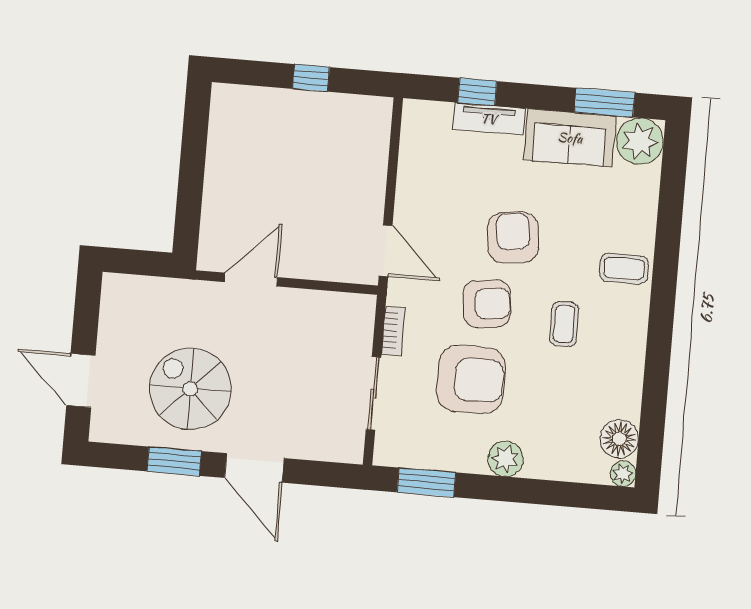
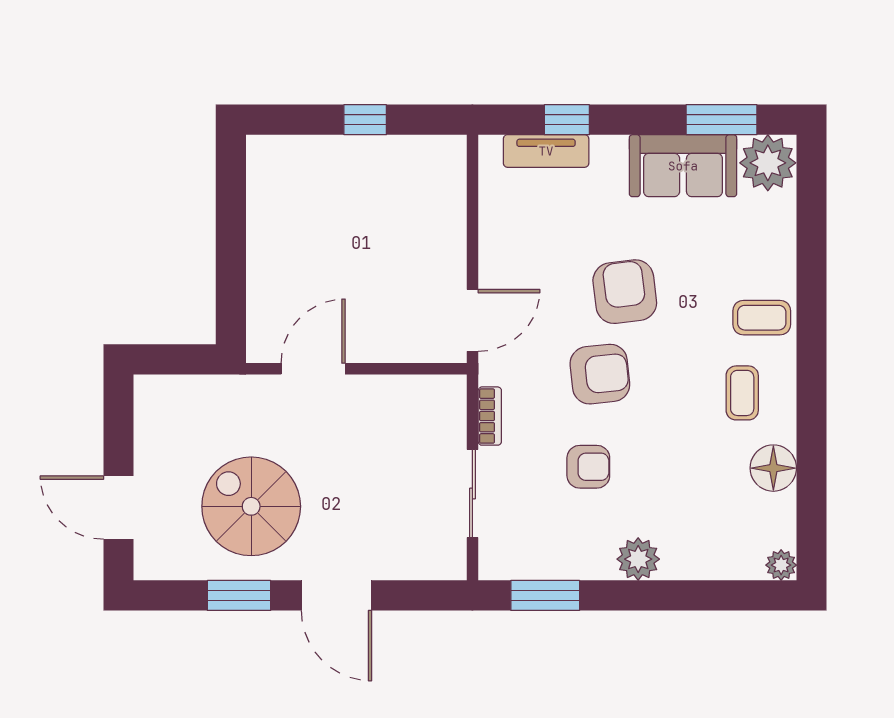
tv unit: (489, 119) -> (546, 151), moved
door: (386, 251) -> (472, 320), hinge flipped
coffee table: (564, 324) -> (742, 393), moved
armchair: (471, 379) -> (588, 467), width x0.53, depth x0.53
floor lamp: (619, 439) -> (773, 468), moved

